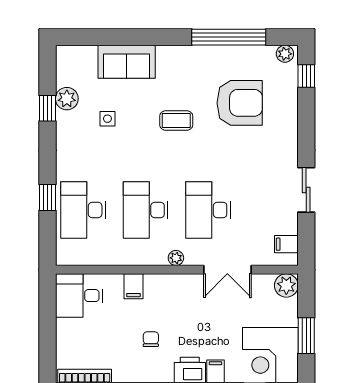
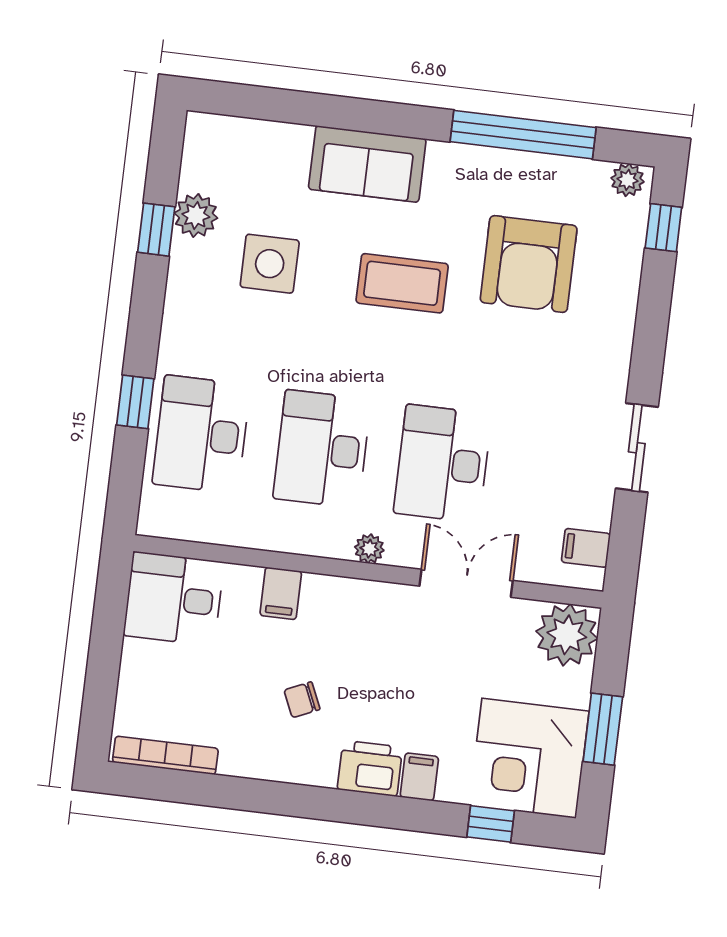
sofa: (127, 62) -> (367, 164), moved
armchair: (240, 103) -> (529, 264), turned 90
side table: (107, 119) -> (270, 264), width x1.87, depth x1.87
coffee table: (176, 120) -> (402, 283), width x1.36, depth x1.30
double door: (227, 270) -> (466, 583), swing flipped
plant: (286, 285) -> (567, 635), width x1.36, depth x1.36
chair: (151, 339) -> (302, 700), turned -114

